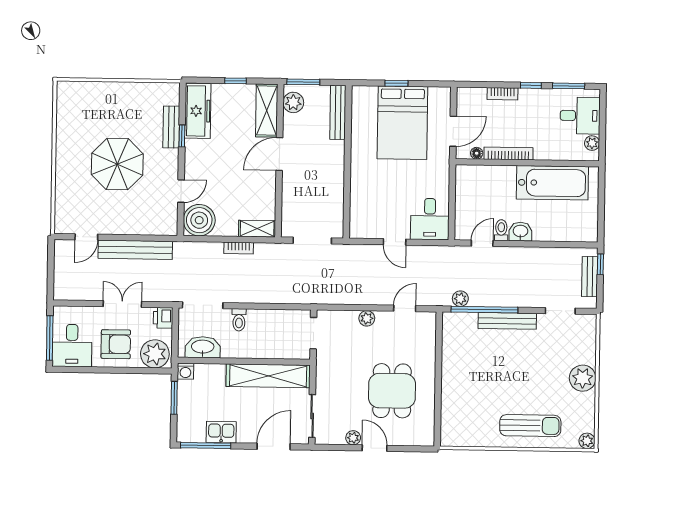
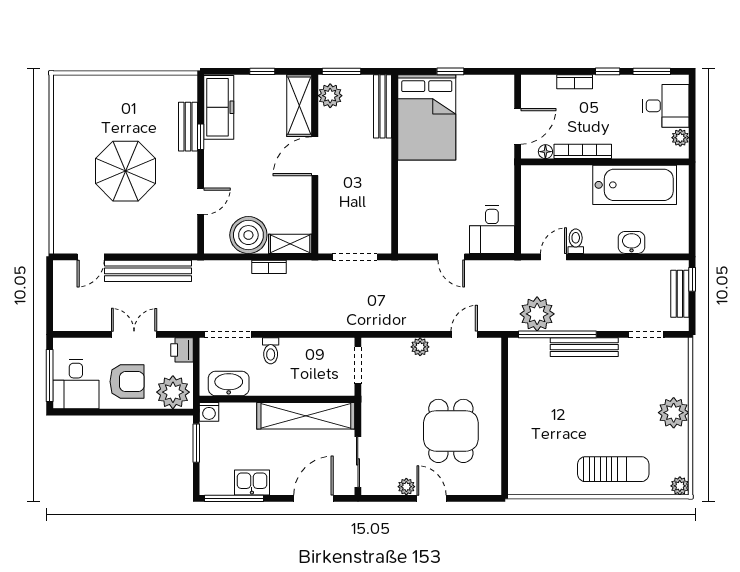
bed: (402, 123) -> (427, 117), moved
boiler: (199, 220) -> (248, 235), moved
washbasin: (520, 232) -> (632, 242), moved
plant: (460, 299) -> (537, 314), width x1.88, depth x1.88

